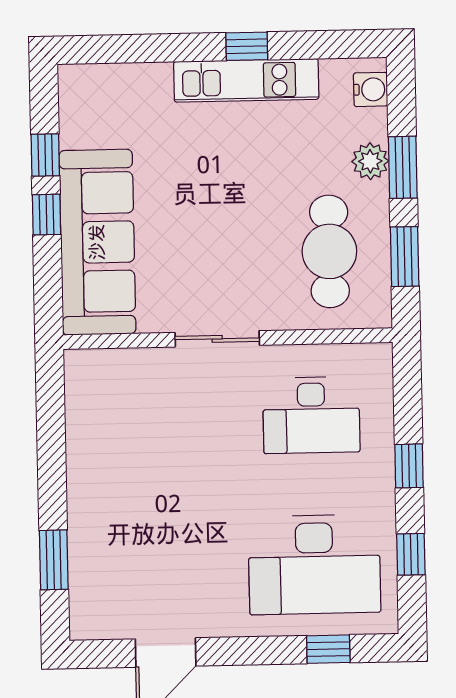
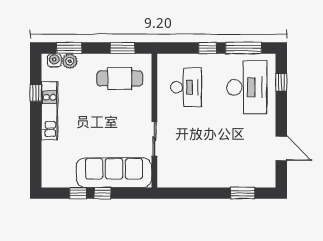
window: (247, 46) -> (36, 93), moved
plant: (370, 161) -> (70, 61), moved
window: (403, 167) -> (69, 48), moved
sliding door: (217, 339) -> (154, 139), moved
window: (411, 554) -> (243, 48), width x2.17

